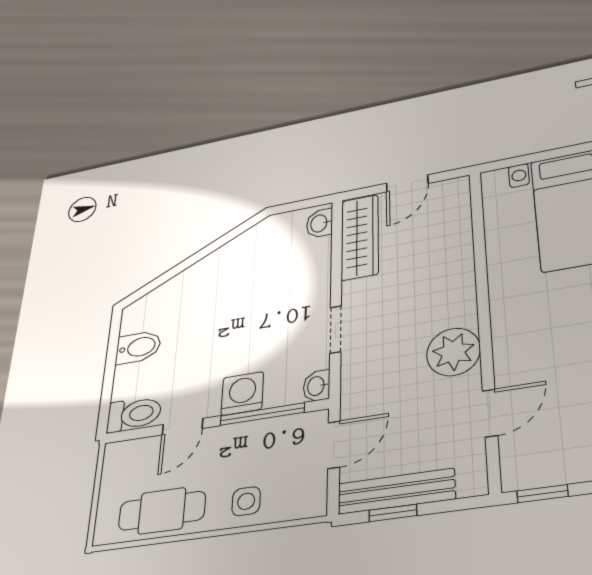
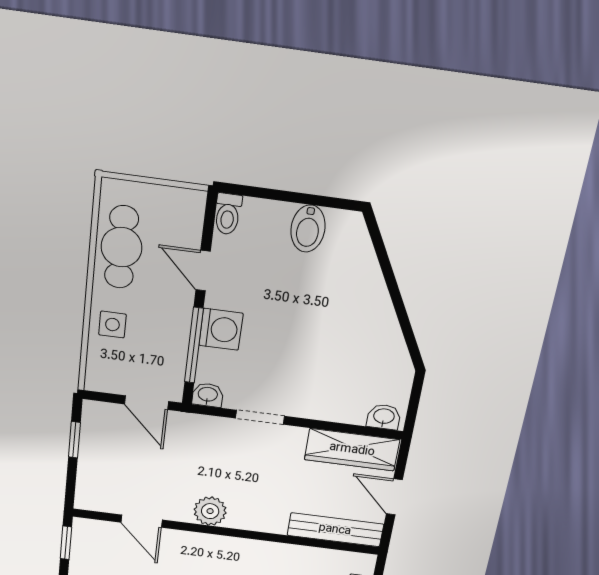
plant: (453, 352) -> (210, 511), width x0.73, depth x0.73
toilet: (134, 414) -> (228, 214), width x0.73, depth x0.72
bench: (396, 491) -> (335, 530), moved, turned 90

